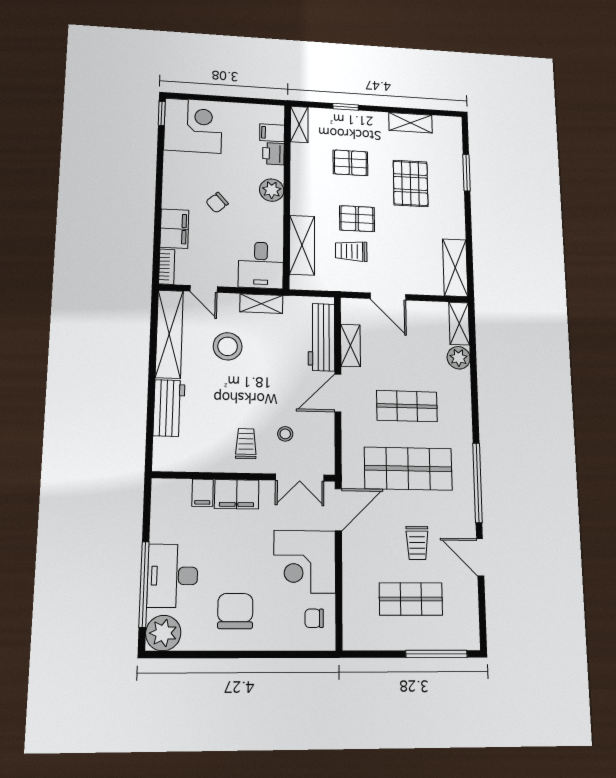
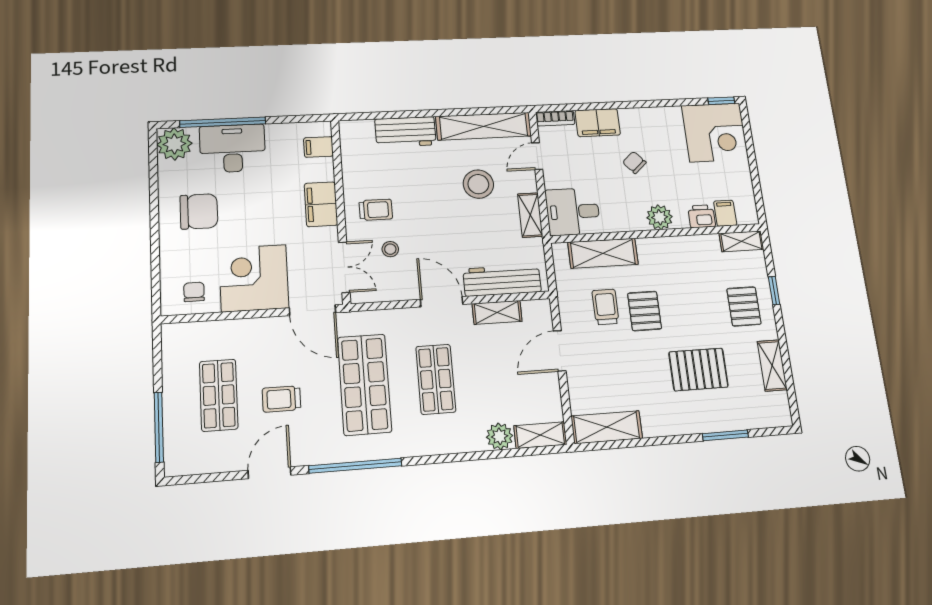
pallet: (350, 163) -> (744, 306), moved
double door: (300, 478) -> (344, 267), swing flipped
filing cabinet: (203, 493) -> (318, 147), moved

